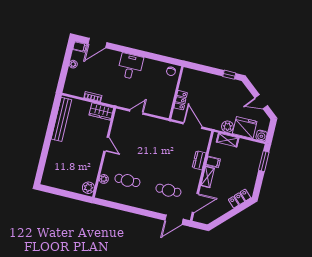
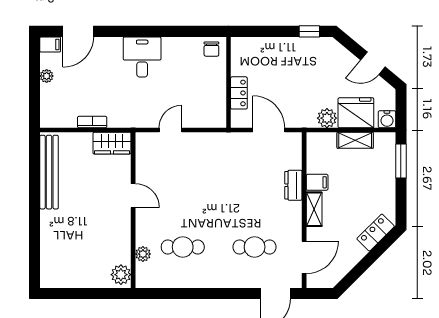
shelving: (228, 140) -> (355, 140), moved

